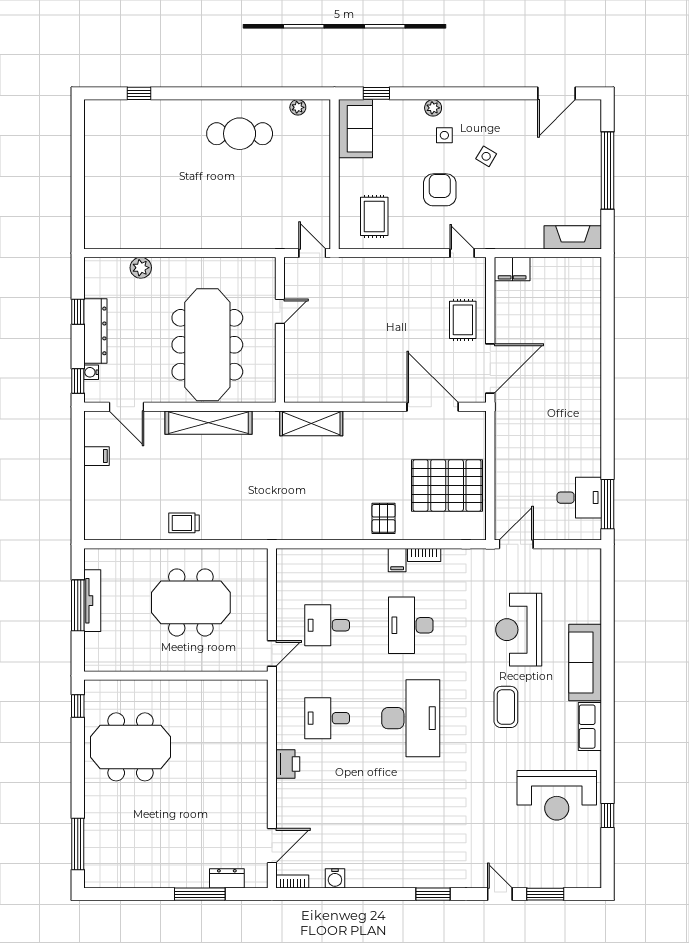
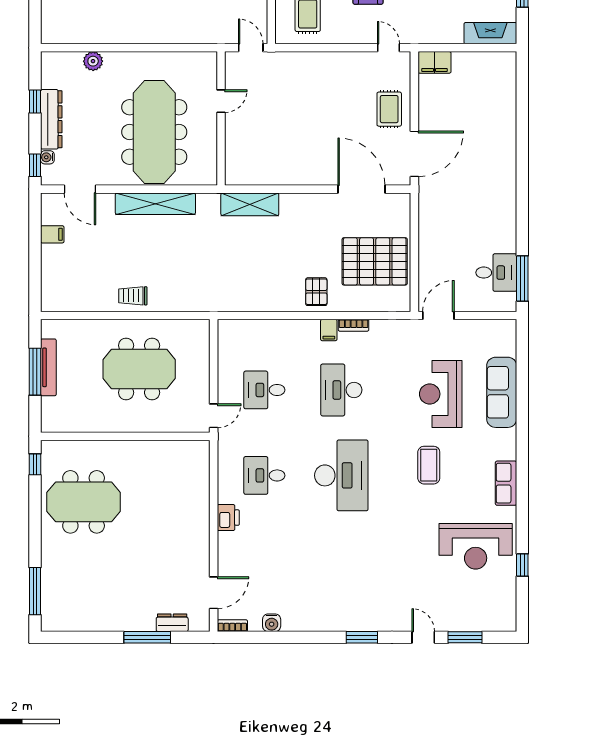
sofa: (585, 663) -> (502, 392), moved

